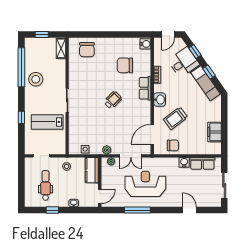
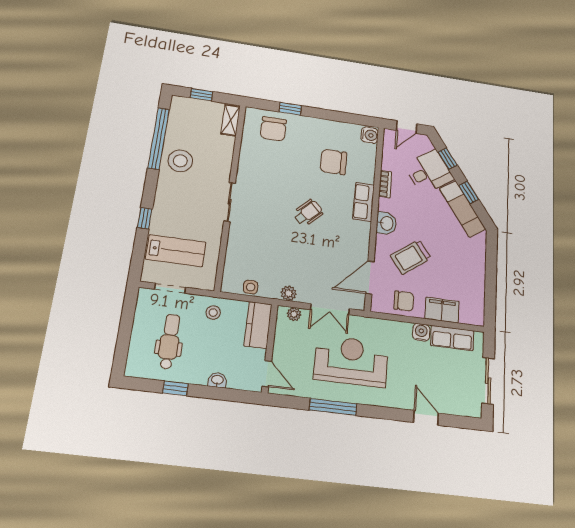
window: (96, 35) -> (290, 109), added
lab bench: (47, 122) -> (176, 251), moved, turned 180
filing cabinet: (215, 132) -> (442, 310), moved, turned 90
door: (100, 196) -> (267, 374), hinge flipped

